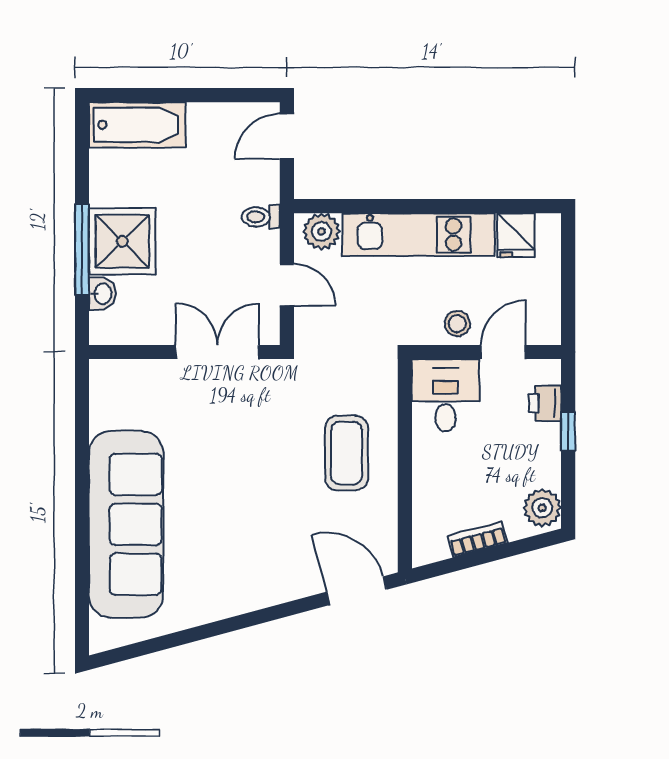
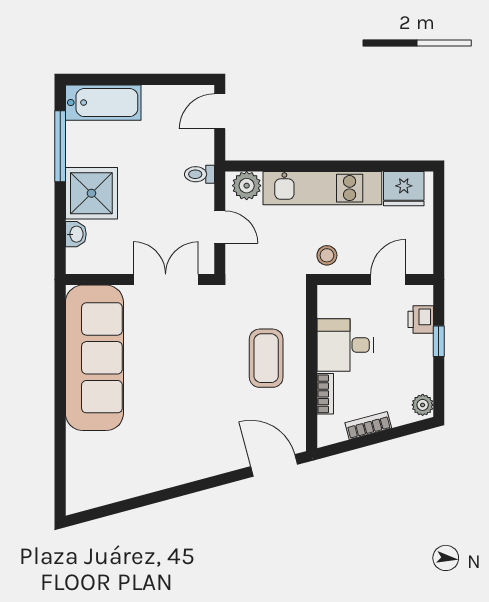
fridge: (516, 235) -> (404, 189), width x1.38
window: (82, 250) -> (60, 146), moved
stool: (457, 324) -> (327, 255), moved
desk: (446, 395) -> (345, 345), moved, turned -90
bookcase: (422, 499) -> (325, 394), added
plant: (542, 508) -> (423, 405), width x0.73, depth x0.73
sofa: (126, 524) -> (94, 358), moved

